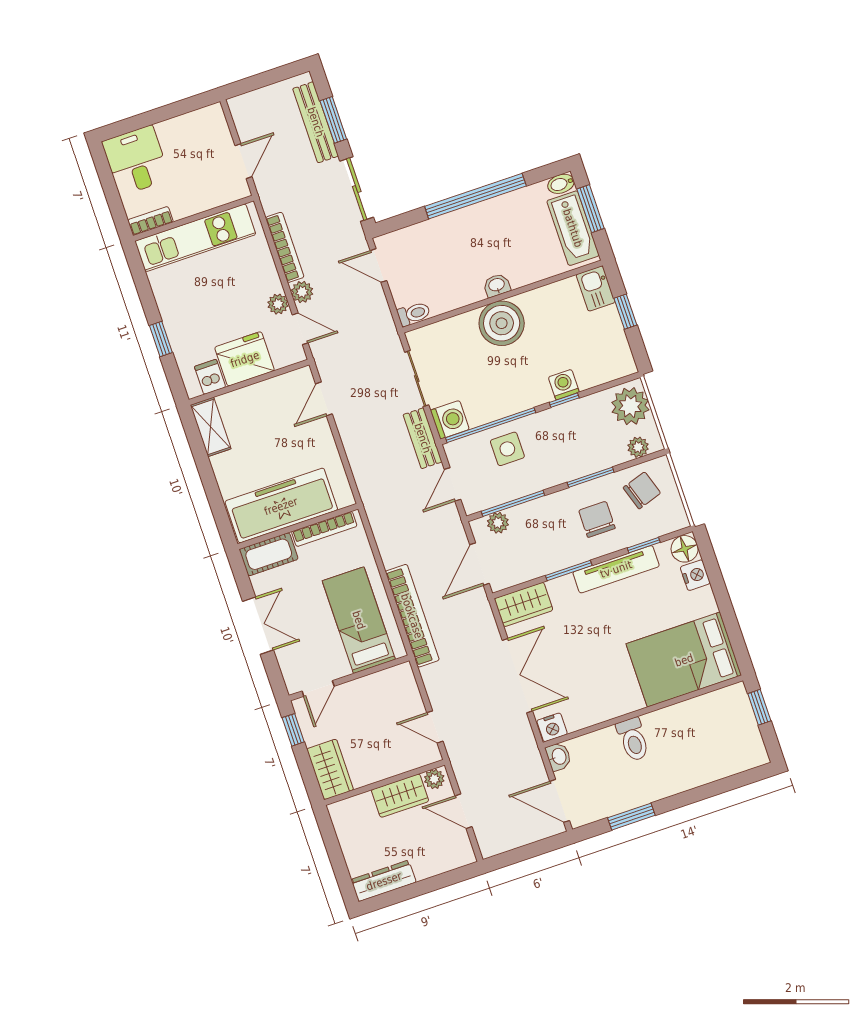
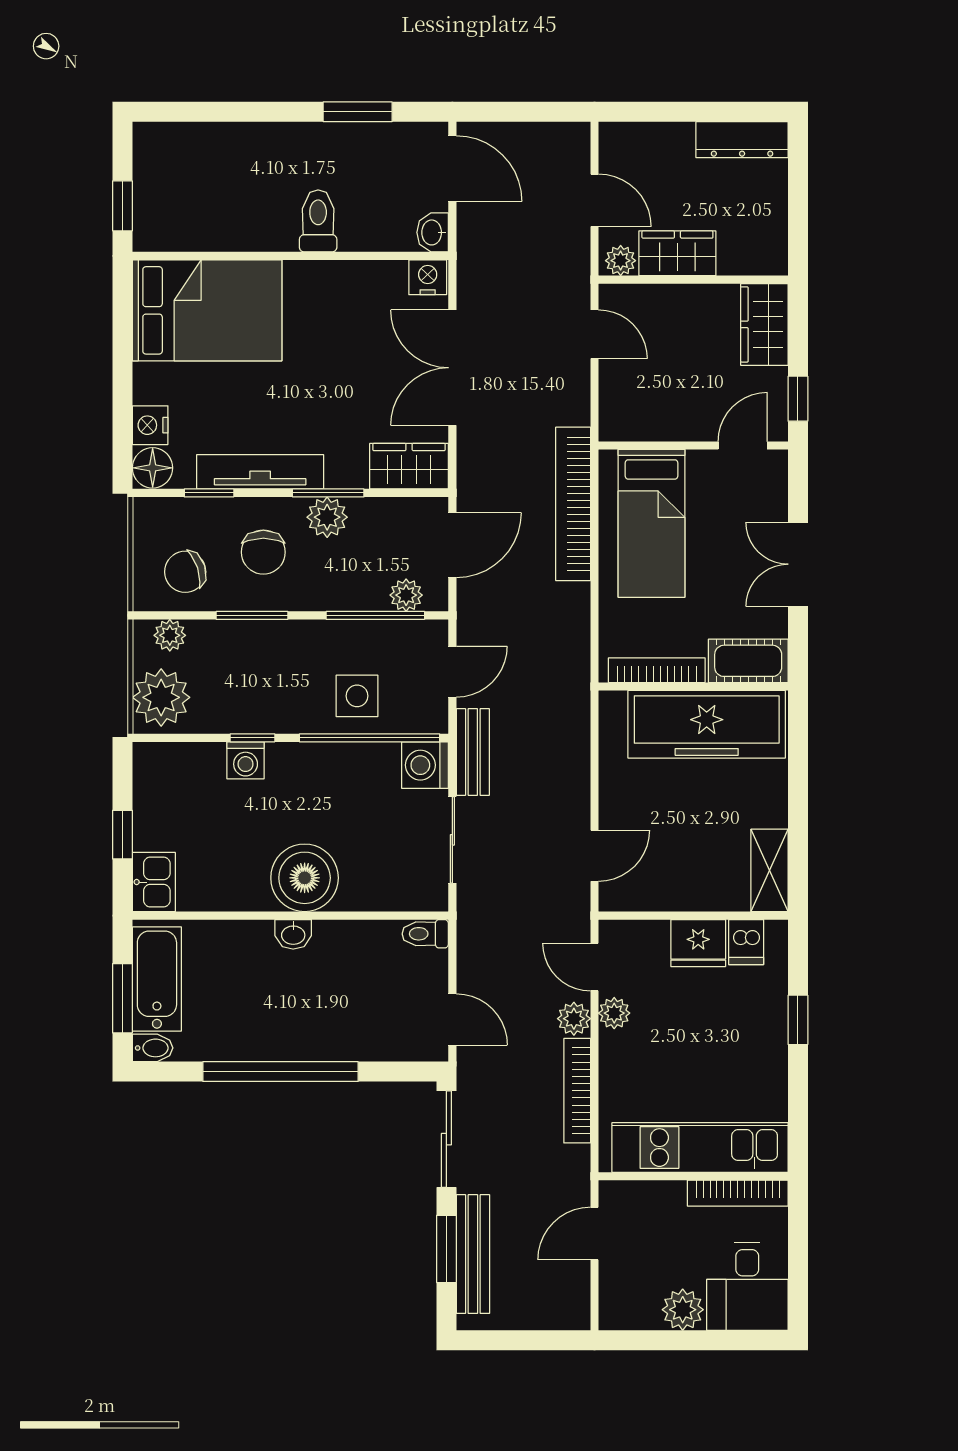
plant: (172, 132) -> (683, 1310), added
bookcase: (150, 221) -> (738, 1193), width x1.56
fridge: (245, 359) -> (698, 943), width x0.73, depth x0.75
plant: (564, 555) -> (327, 517), added

